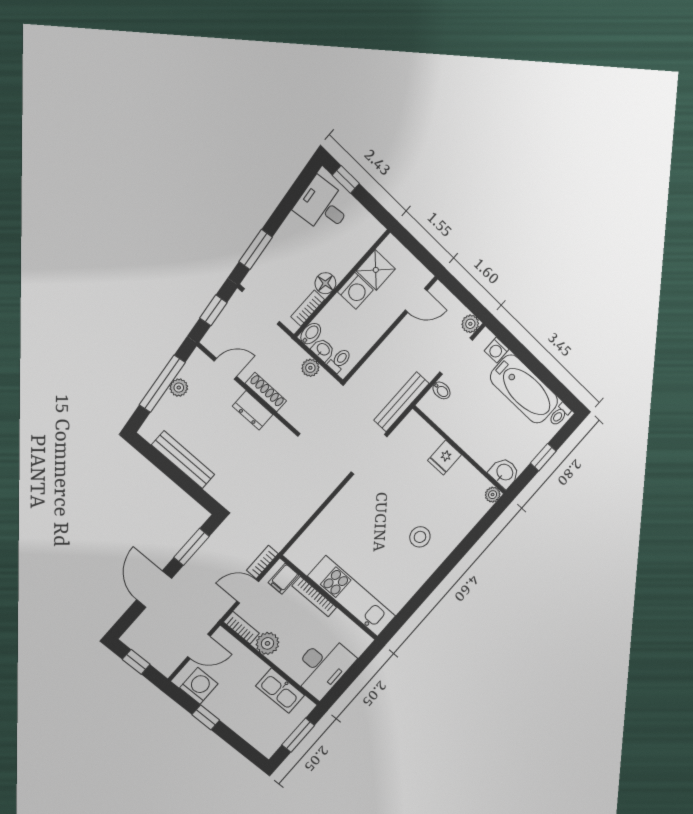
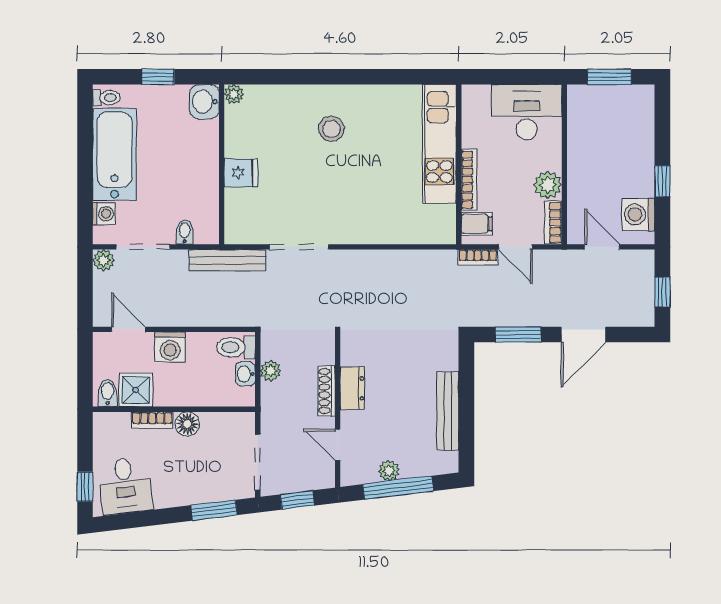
washing machine: (355, 291) -> (170, 347), moved, turned 180
bookcase: (308, 308) -> (152, 420), moved
bidet: (311, 334) -> (108, 393), moved, turned 90
toilet: (340, 360) -> (236, 347), width x1.37, depth x1.39
kitchen sink: (280, 691) -> (582, 133), removed

